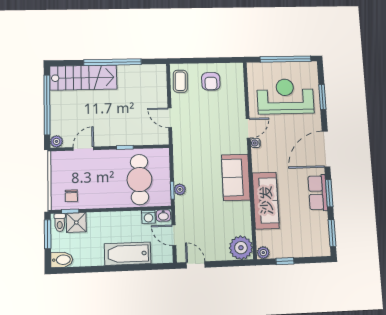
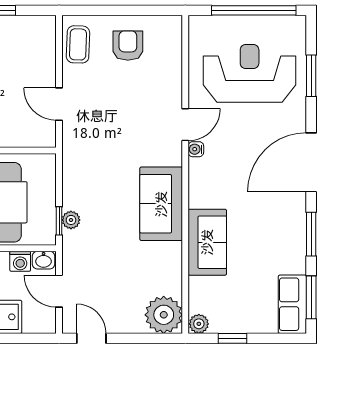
armchair: (211, 81) -> (128, 46), turned 180
row of seats: (318, 193) -> (292, 304), moved
sofa: (266, 200) -> (207, 242), width x0.73

